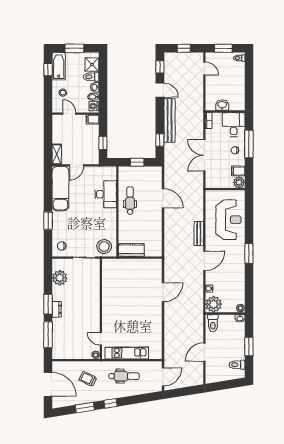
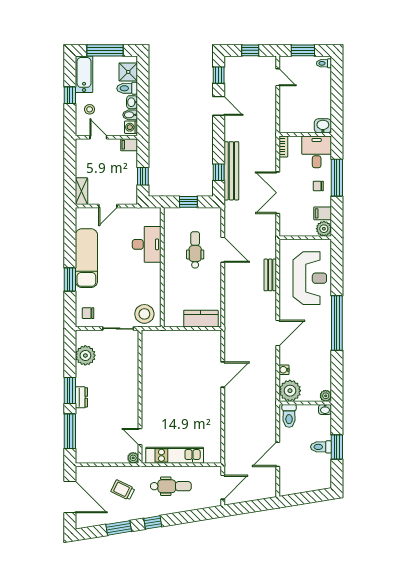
window: (74, 48) -> (105, 50), width x1.44
window: (48, 70) -> (70, 95), moved
washbasin: (222, 105) -> (323, 126), moved
bench: (169, 120) -> (231, 171), moved
exam couch: (60, 189) -> (86, 258), moved
dental chair: (130, 201) -> (195, 250), moved
bench: (199, 234) -> (270, 275), moved
kitchen counter: (131, 250) -> (201, 319), moved
window: (249, 253) -> (337, 323), width x2.11
toilet: (237, 365) -> (321, 447), moved

